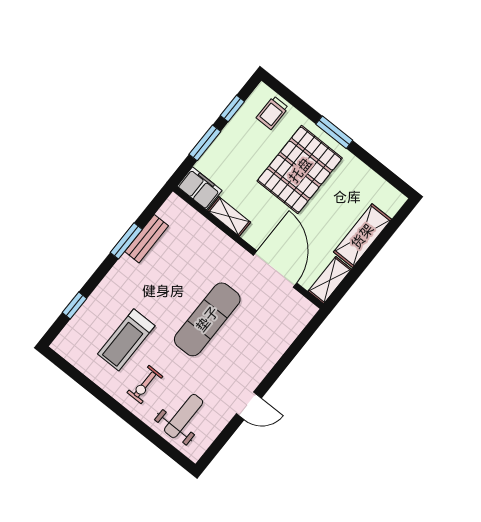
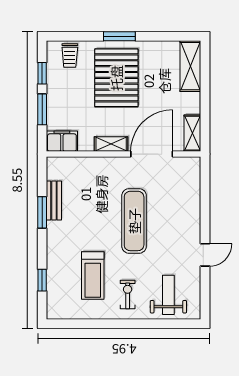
shelving: (229, 216) -> (111, 144), moved
shelving: (362, 236) -> (190, 66), moved
door: (275, 269) -> (152, 154), hinge flipped
exercise bike: (145, 384) -> (128, 295), turned 180

